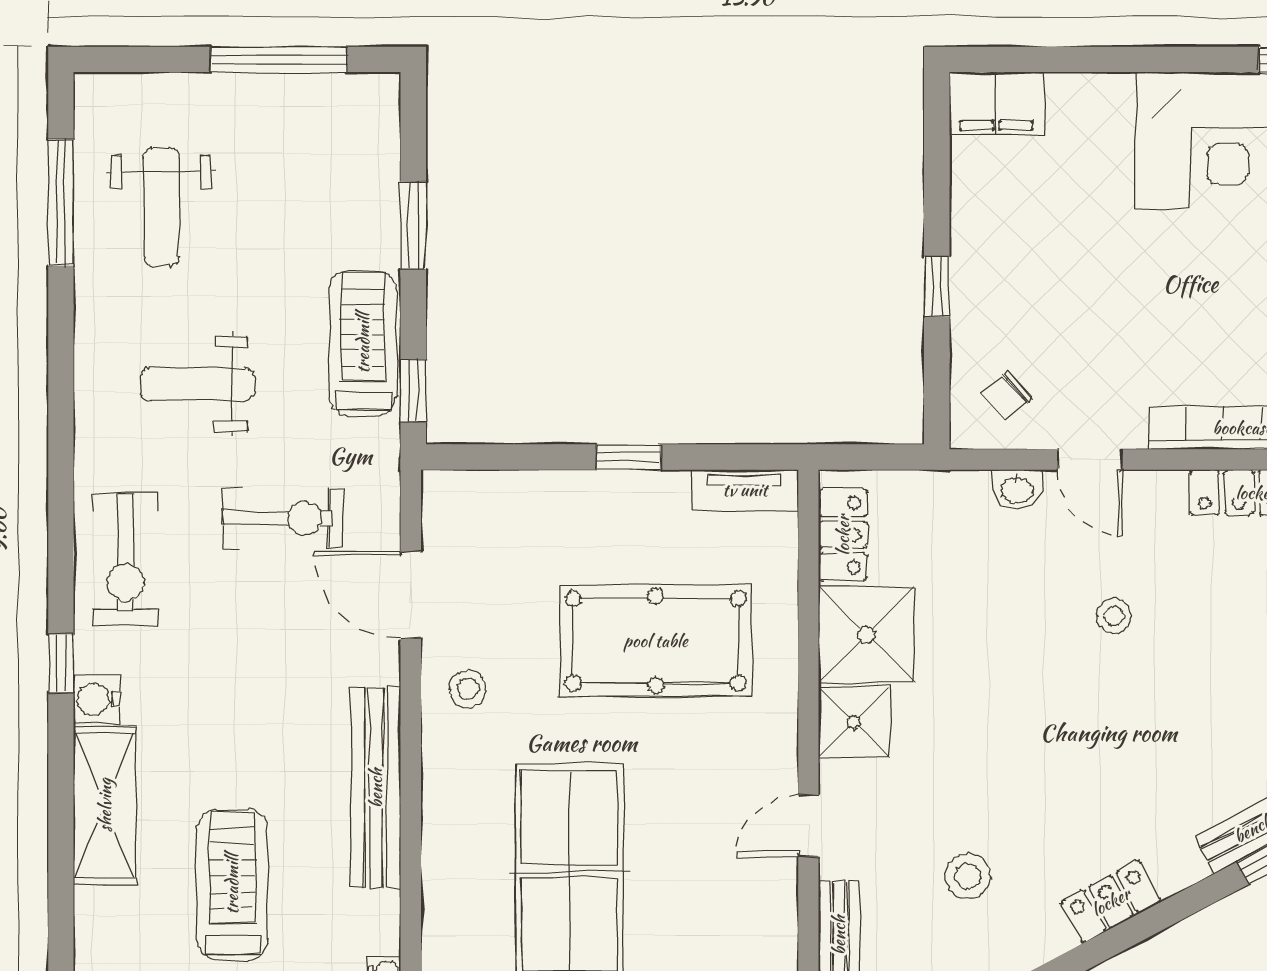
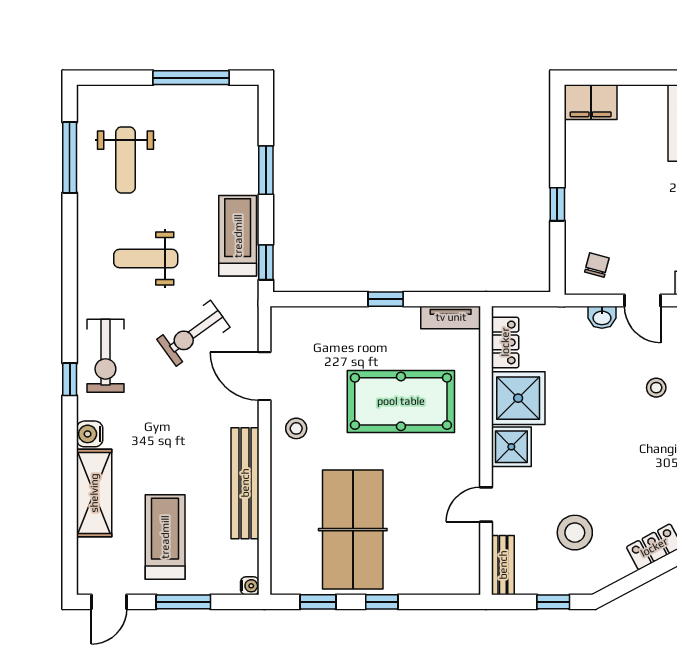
chair: (1008, 396) -> (597, 265), turned 147
exercise bike: (283, 518) -> (193, 333), turned 144
window: (61, 663) -> (70, 379), moved
stool: (968, 876) -> (575, 533), width x1.38, depth x1.38

